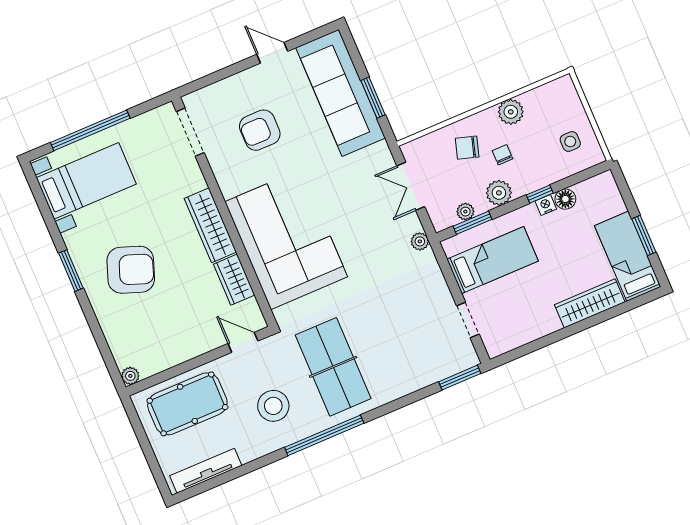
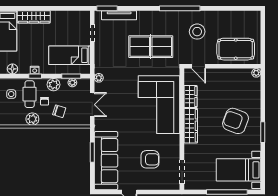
cafe table: (536, 156) -> (30, 94), added
floor lamp: (565, 199) -> (12, 69), moved
table tennis table: (333, 367) -> (151, 47), moved, turned 90
tv unit: (206, 471) -> (119, 15), moved

